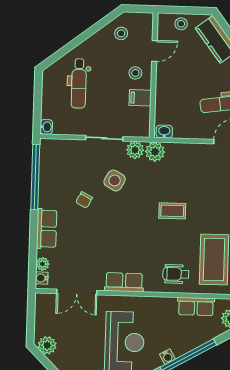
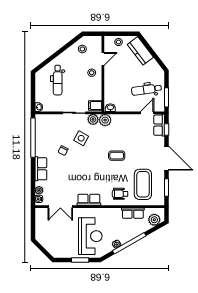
filing cabinet: (140, 98) -> (95, 106), moved
plant: (47, 345) -> (43, 240), removed

